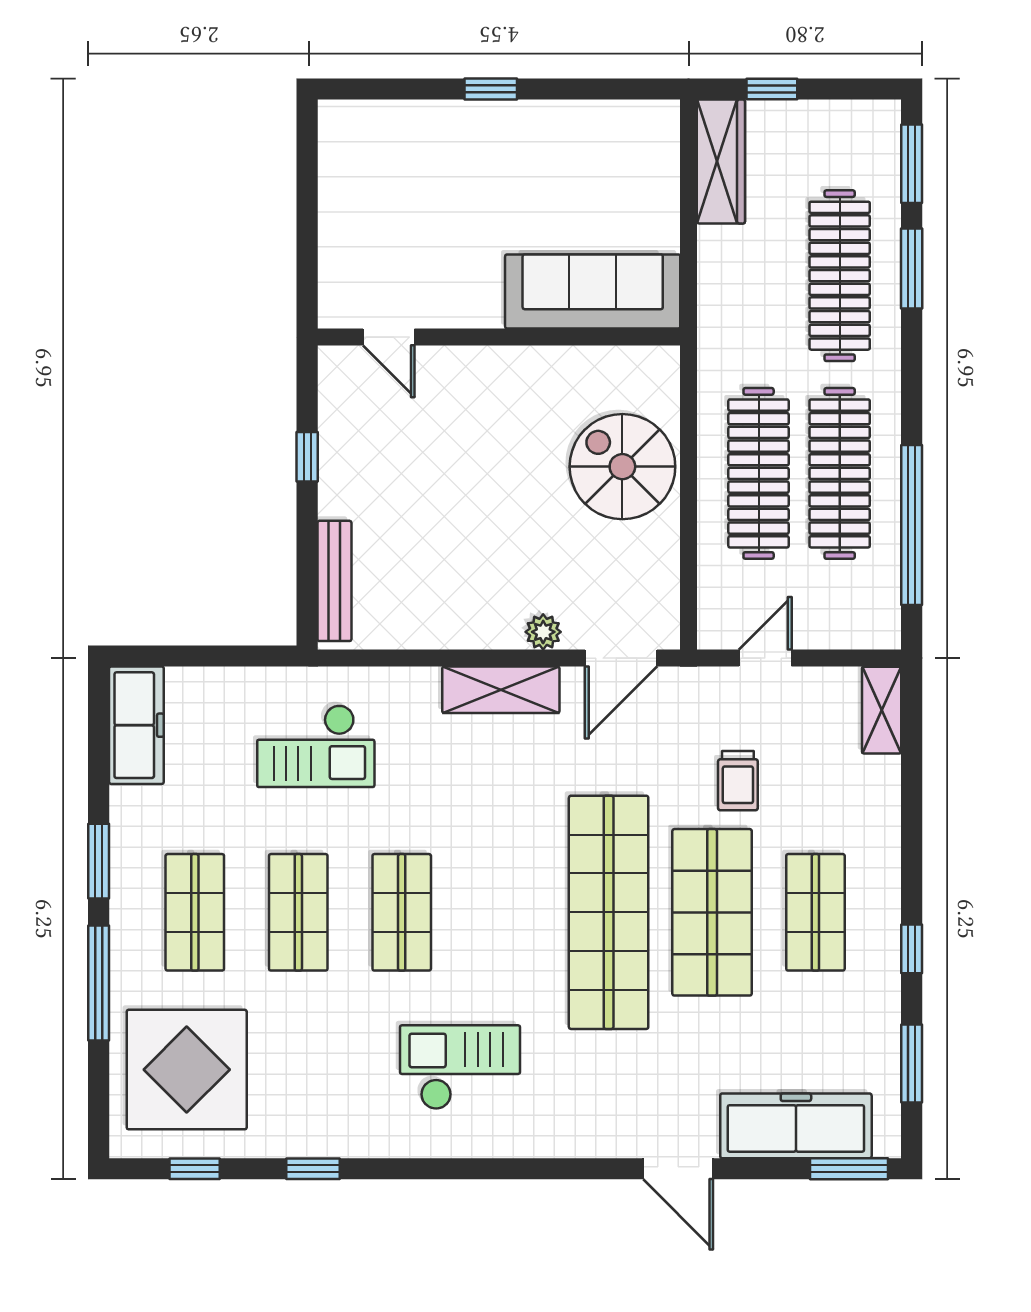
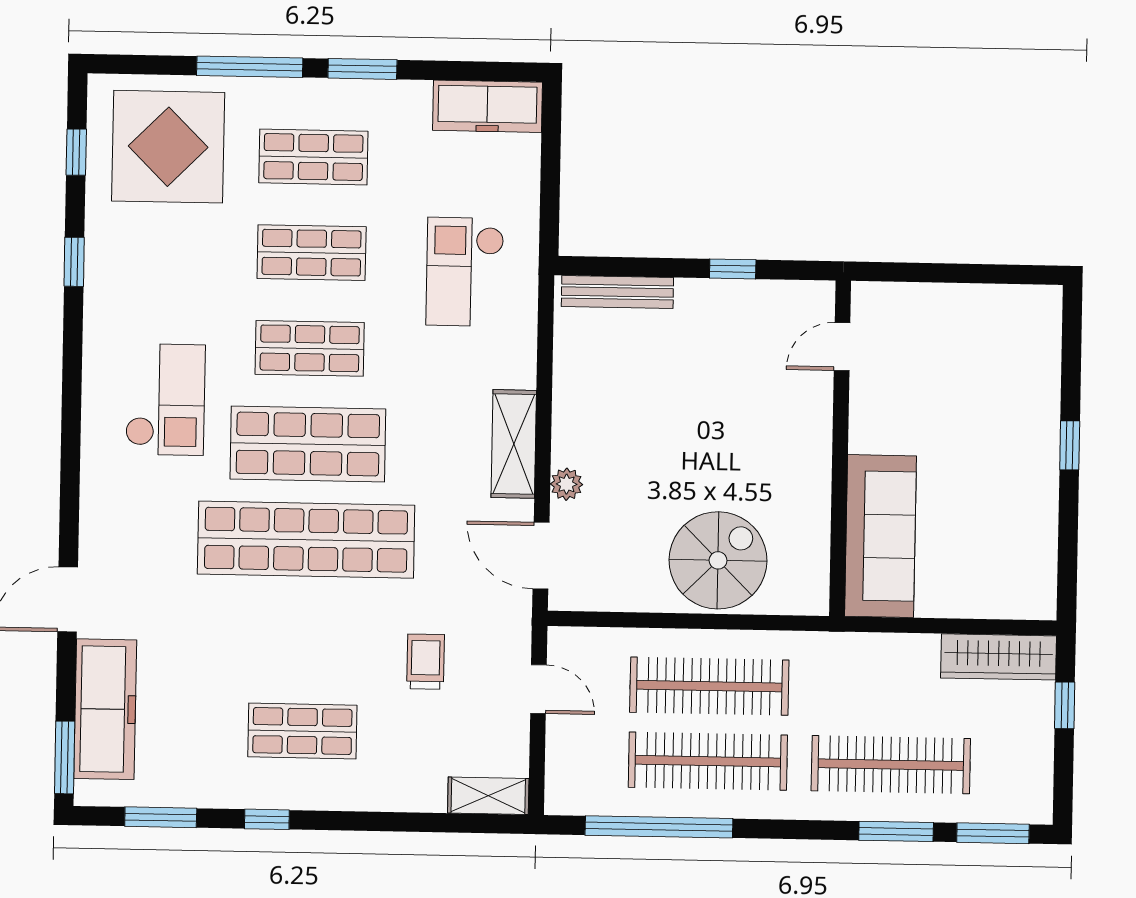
trolley: (738, 781) -> (426, 662), turned 90
shop shelf: (712, 912) -> (308, 444), moved

